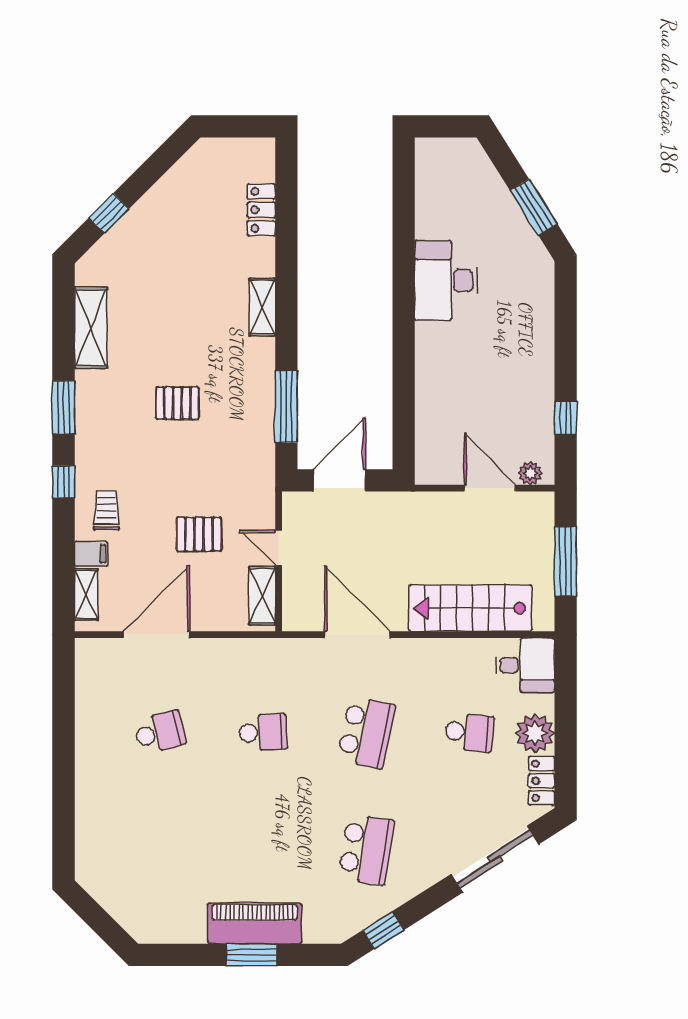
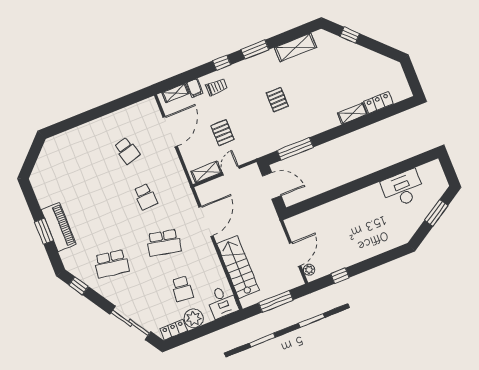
window: (534, 207) -> (436, 213), moved
desk: (446, 281) -> (403, 189), moved
shelving: (262, 307) -> (353, 114), moved
door: (157, 635) -> (170, 132), hinge flipped

